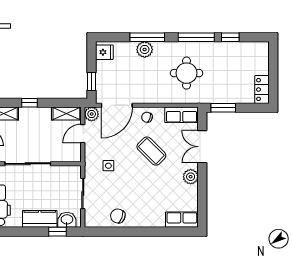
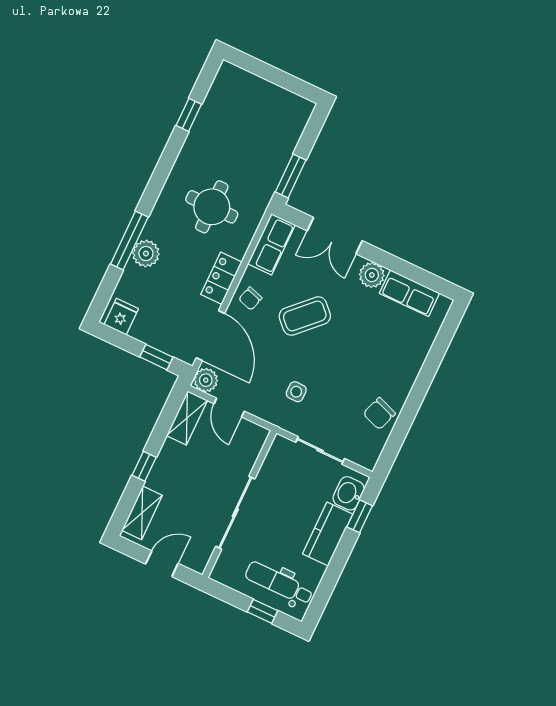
window: (196, 37) -> (164, 167), removed
locker: (262, 90) -> (221, 278), moved, turned 90
row of seats: (182, 220) -> (409, 293), moved, turned -90

